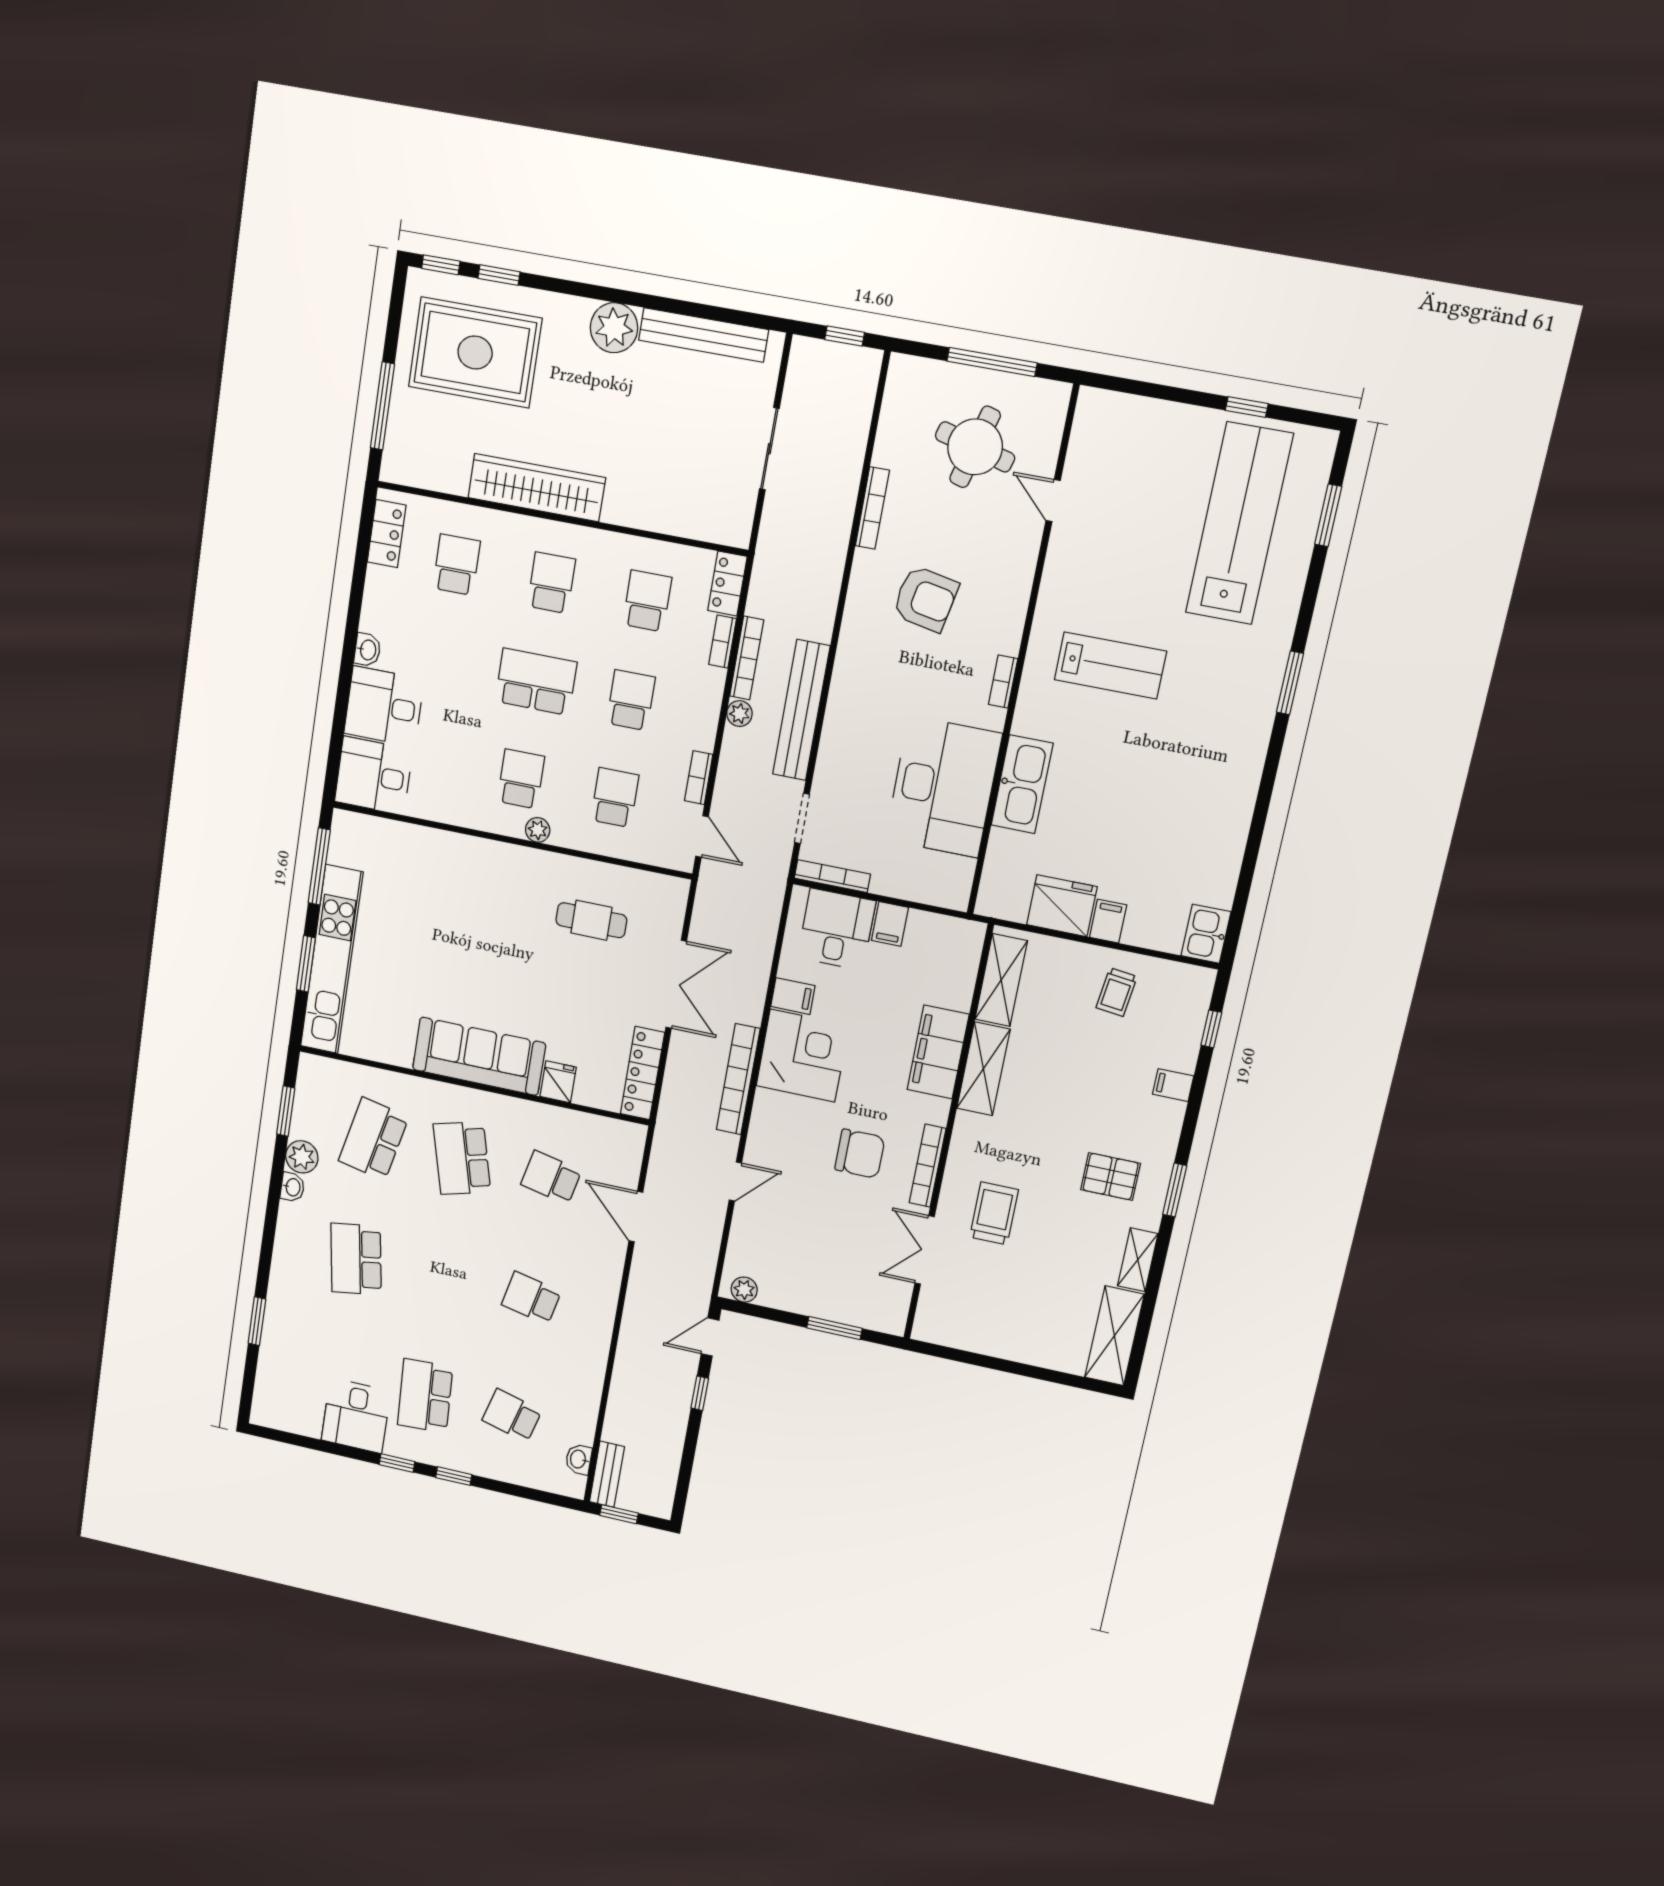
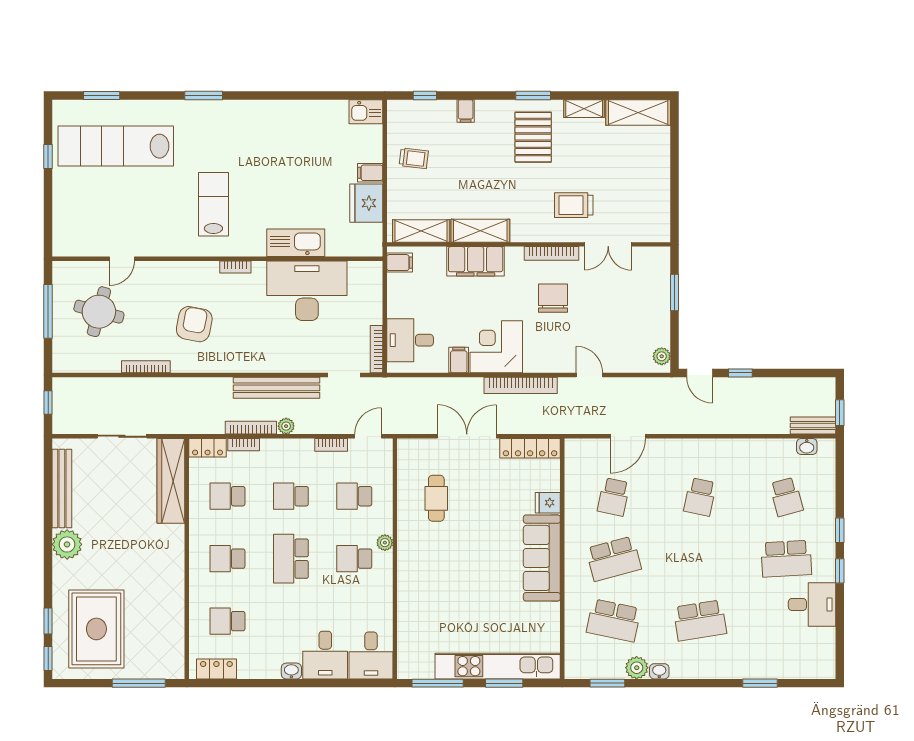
wardrobe: (537, 488) -> (171, 481), moved
filing cabinet: (890, 924) -> (400, 263), moved
pallet: (1111, 1177) -> (533, 137), width x1.50, depth x1.42
school desk: (512, 1416) -> (786, 497), turned -30

